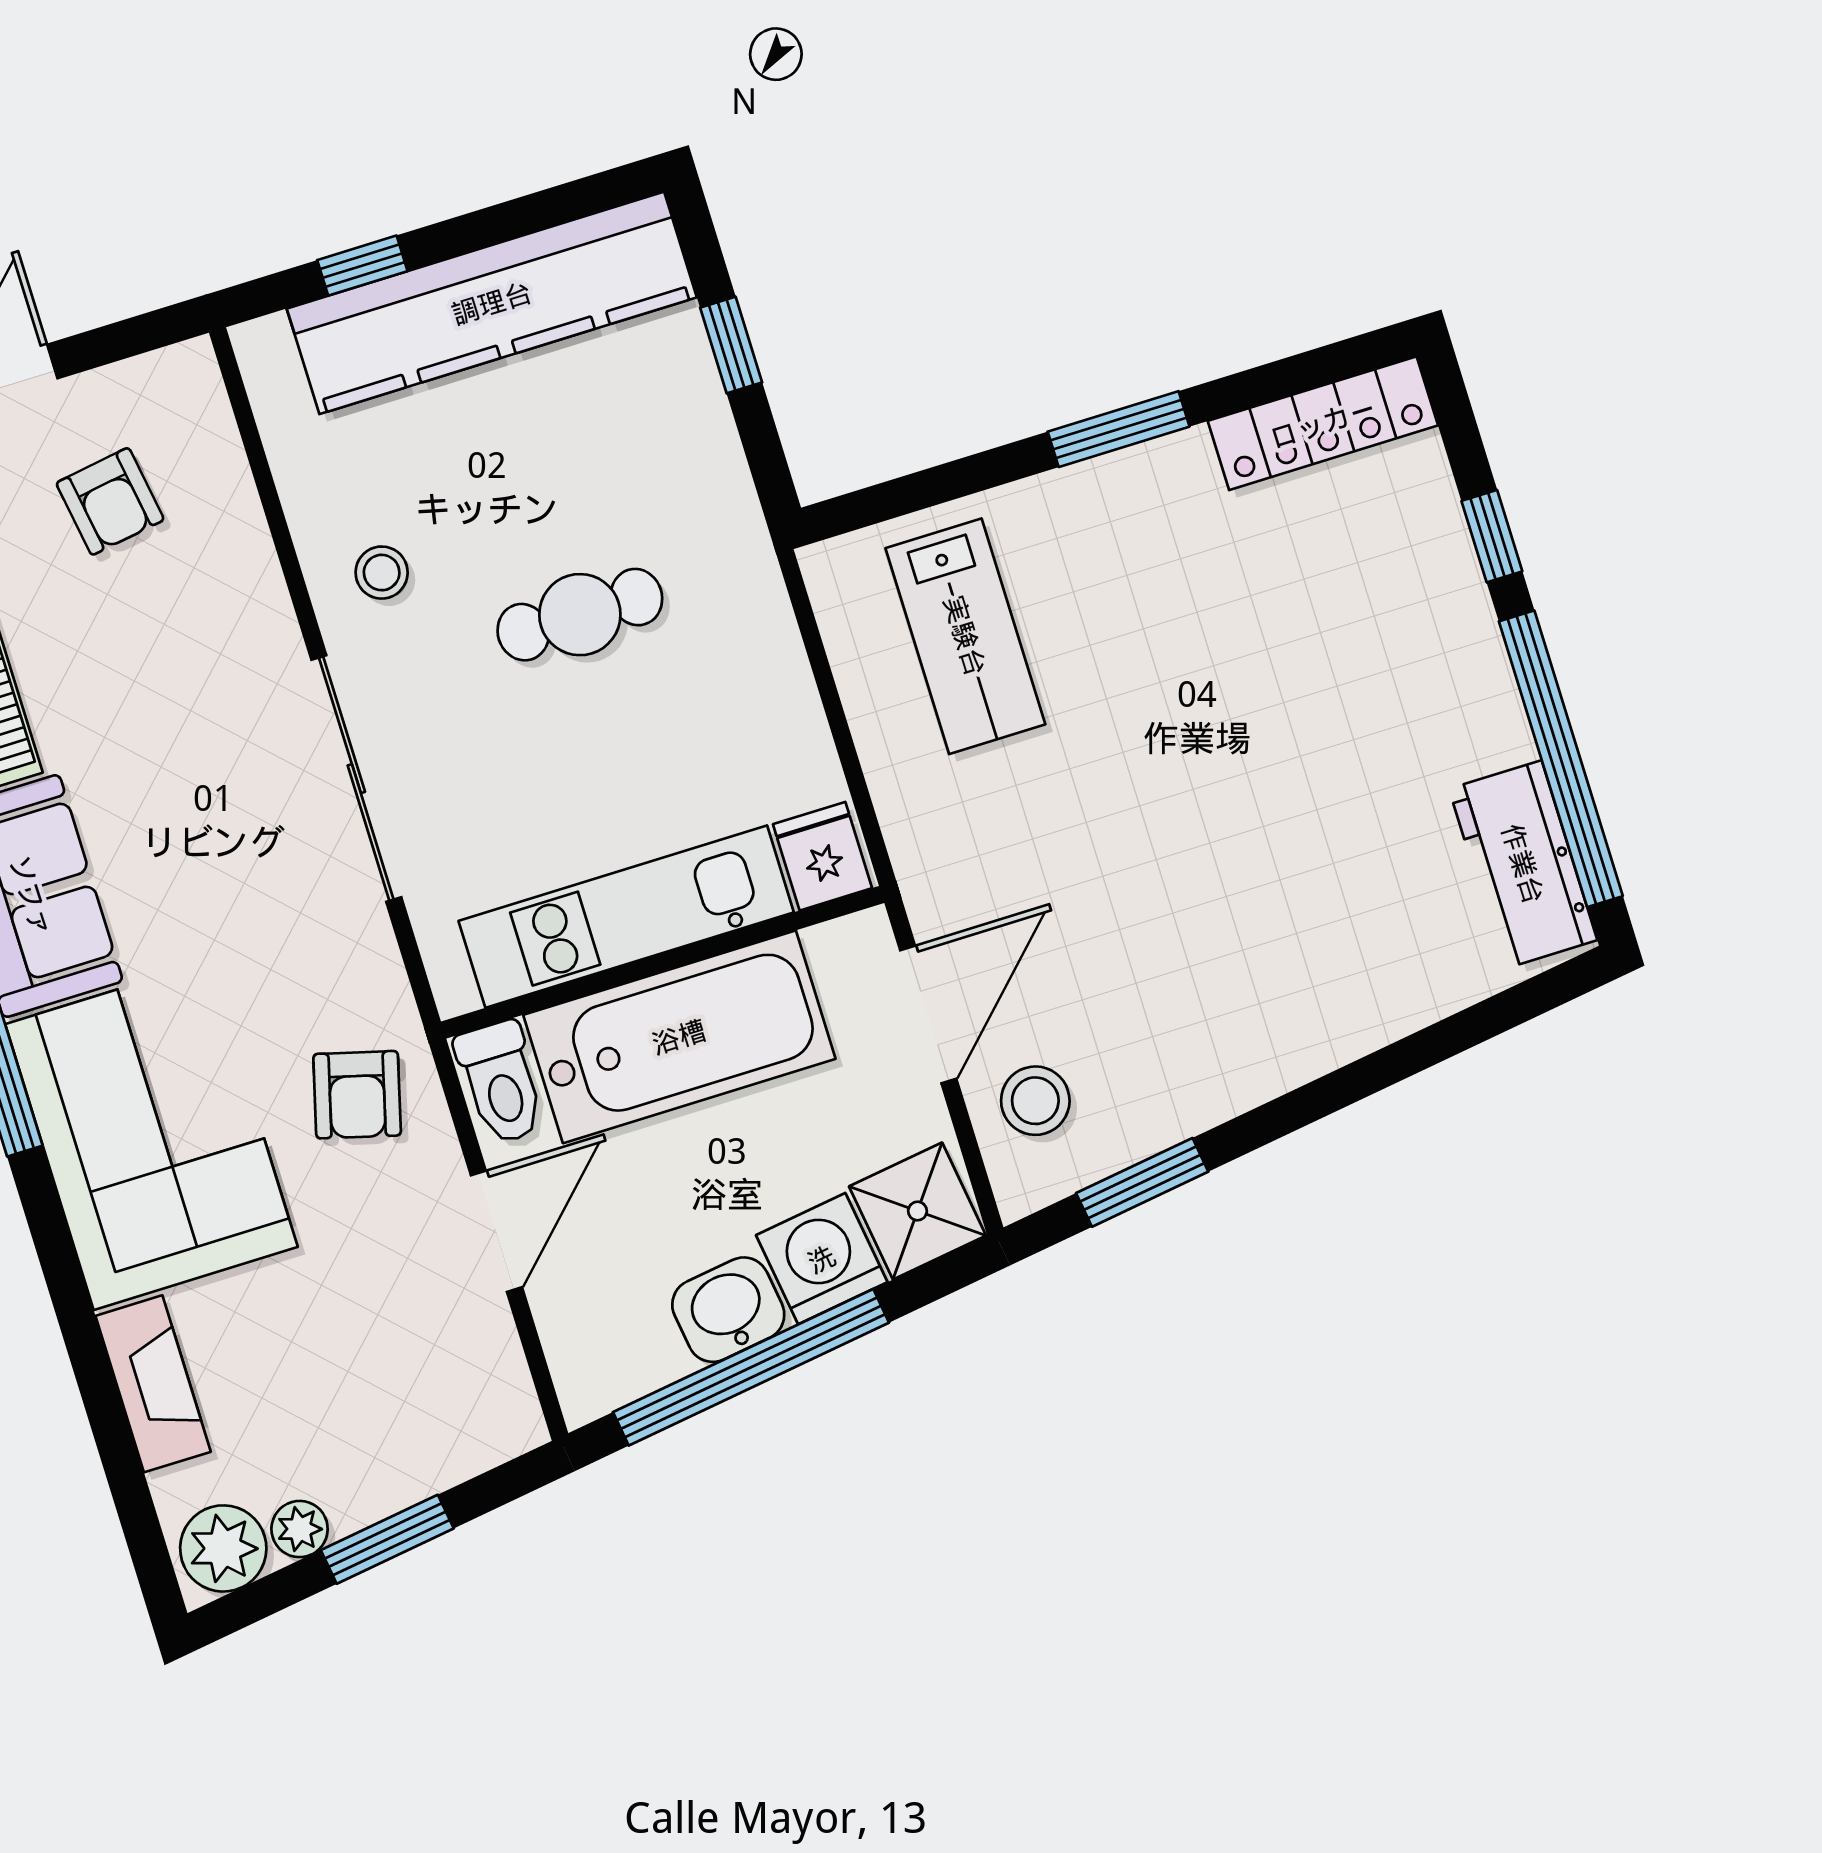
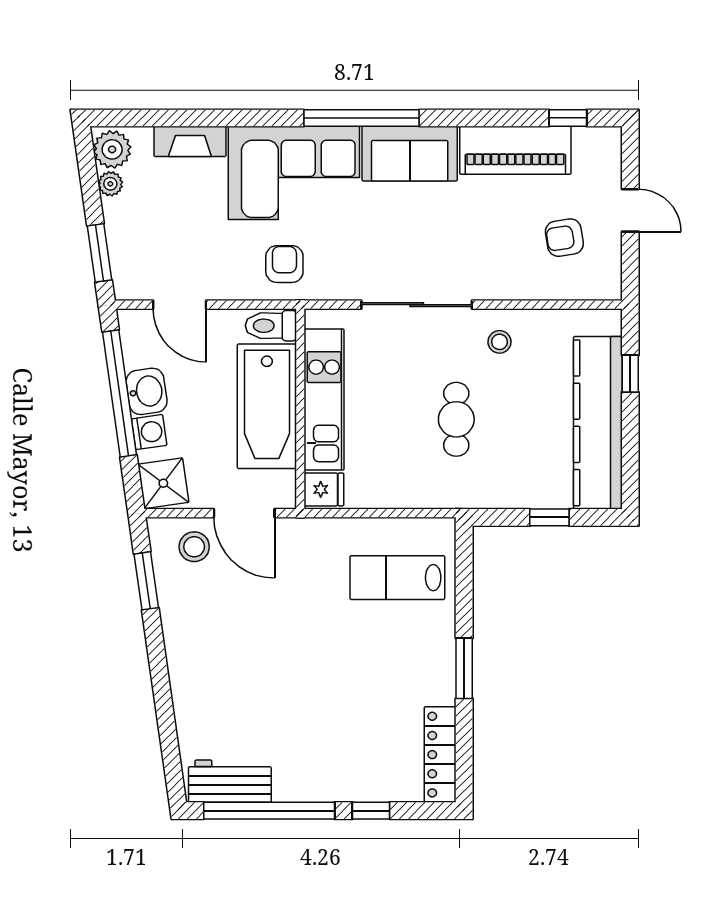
armchair: (357, 1095) -> (284, 264), turned 75
door: (496, 1231) -> (180, 305), moved
washing machine: (822, 1259) -> (149, 432), width x0.73, depth x0.73
window: (387, 1539) -> (100, 253), moved

